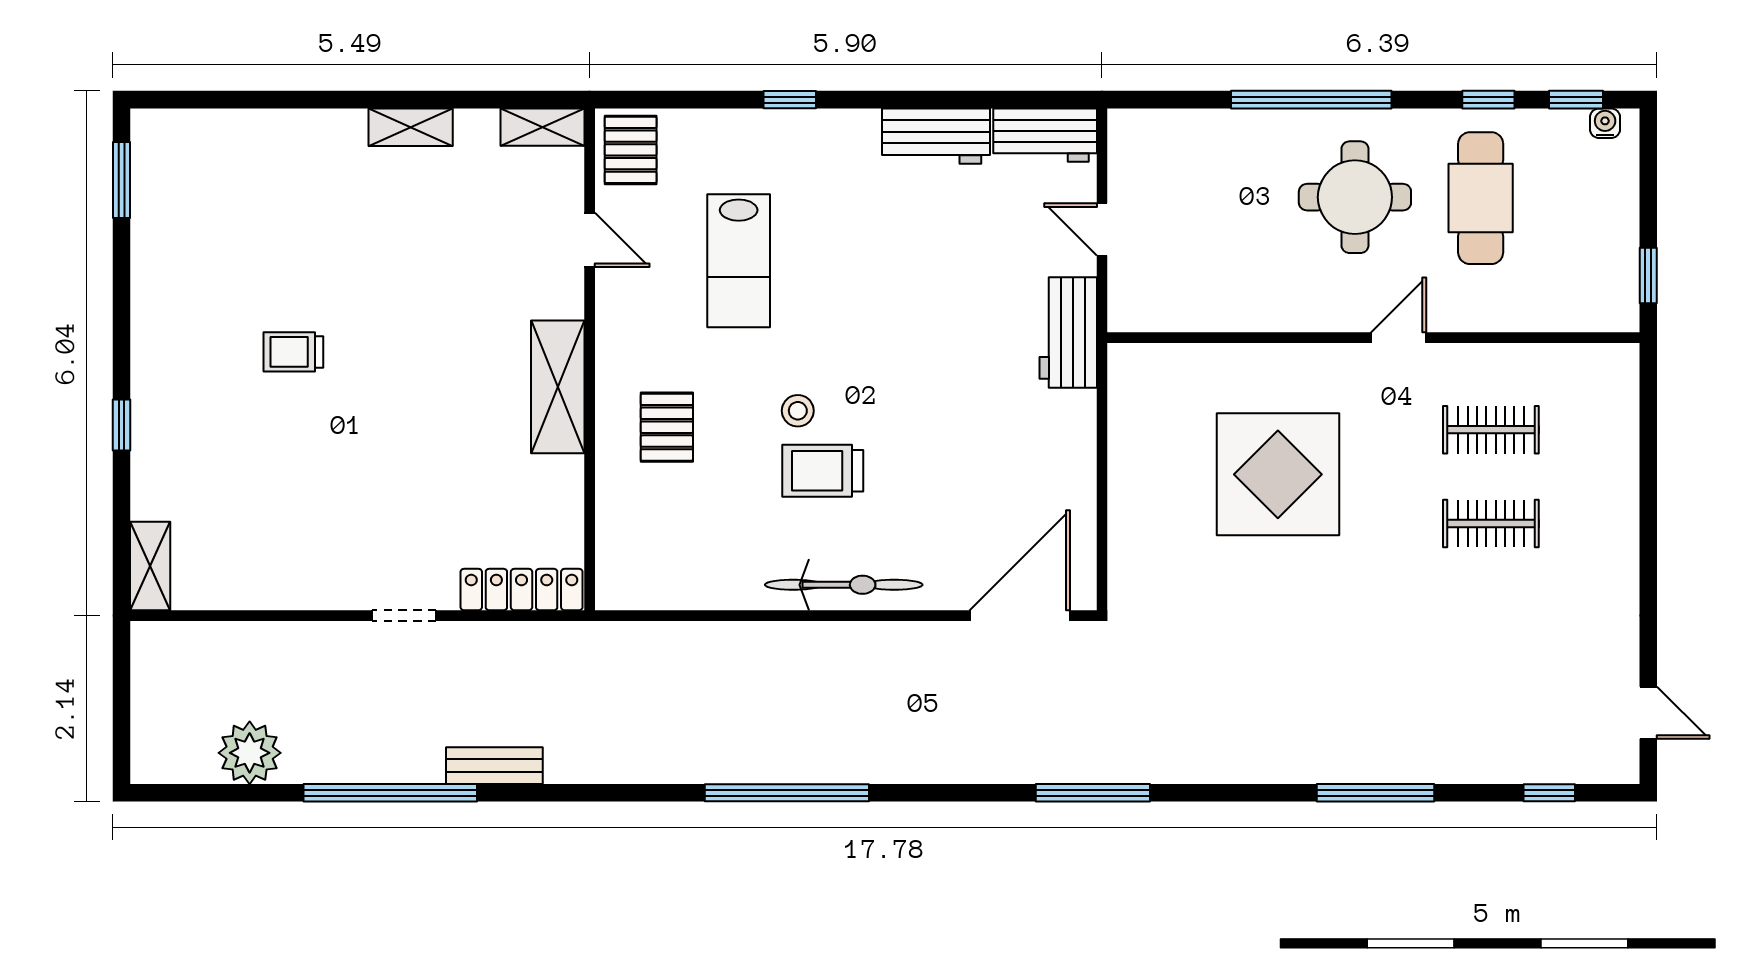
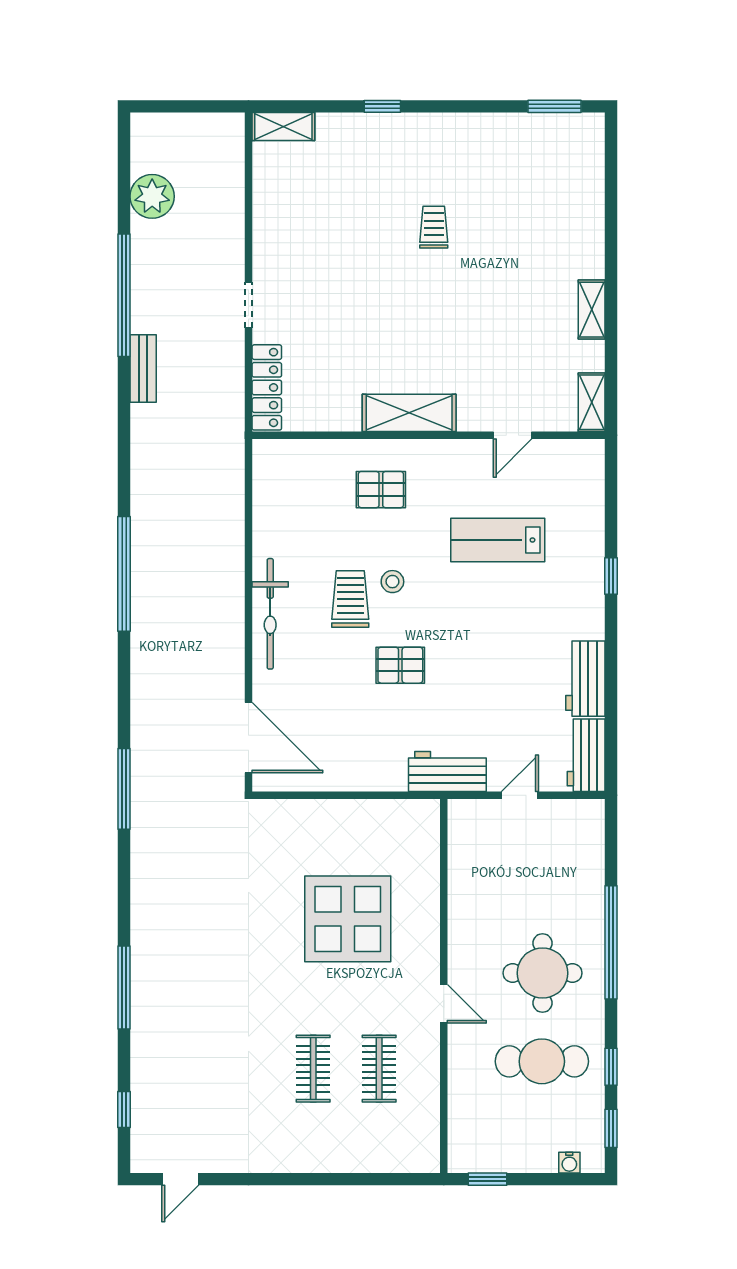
water cooler: (1605, 123) -> (569, 1163), moved, turned 90
pallet: (631, 150) -> (400, 665), moved

